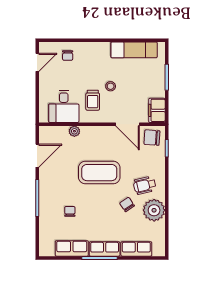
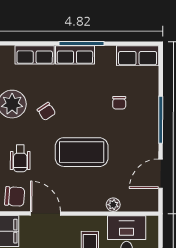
wheelchair: (145, 185) -> (20, 158), moved, turned 103
row of seats: (72, 248) -> (138, 56), moved

